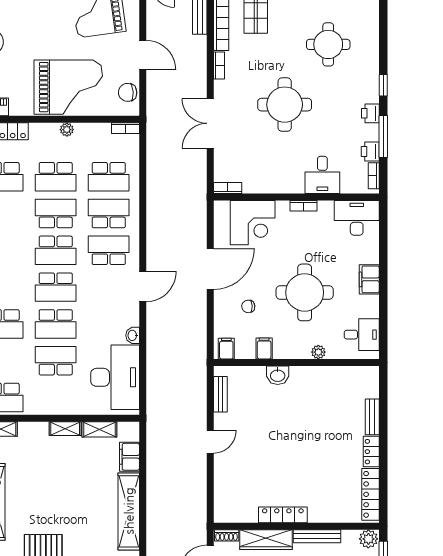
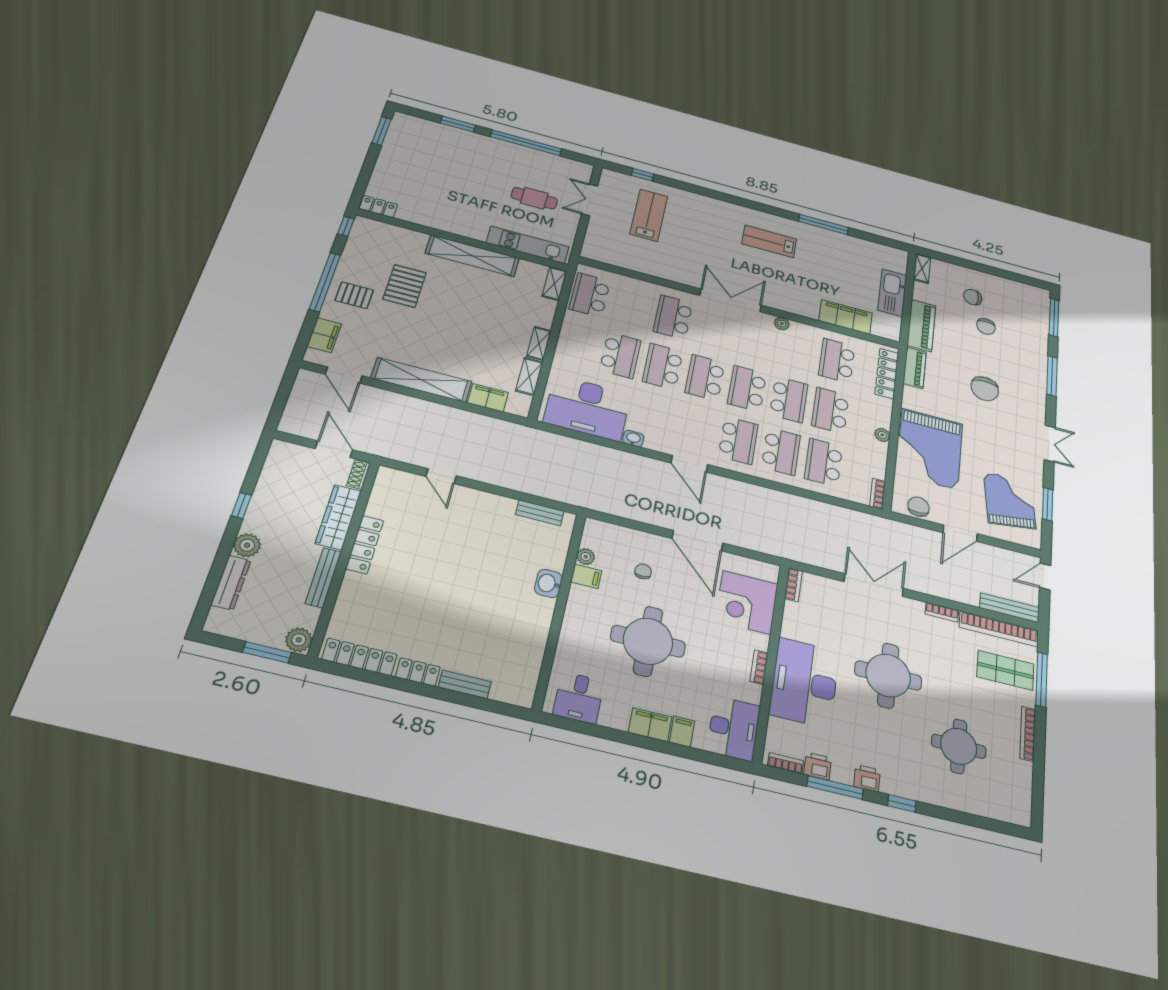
desk: (322, 175) -> (804, 683), width x1.87, depth x1.30
filing cabinet: (226, 349) -> (682, 732), moved, turned -90
plant: (318, 352) -> (586, 557), moved
door: (210, 442) -> (441, 476), moved

